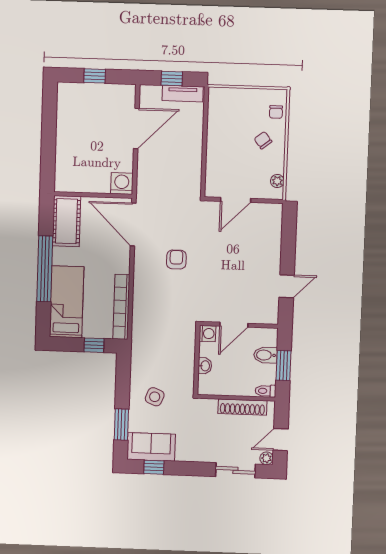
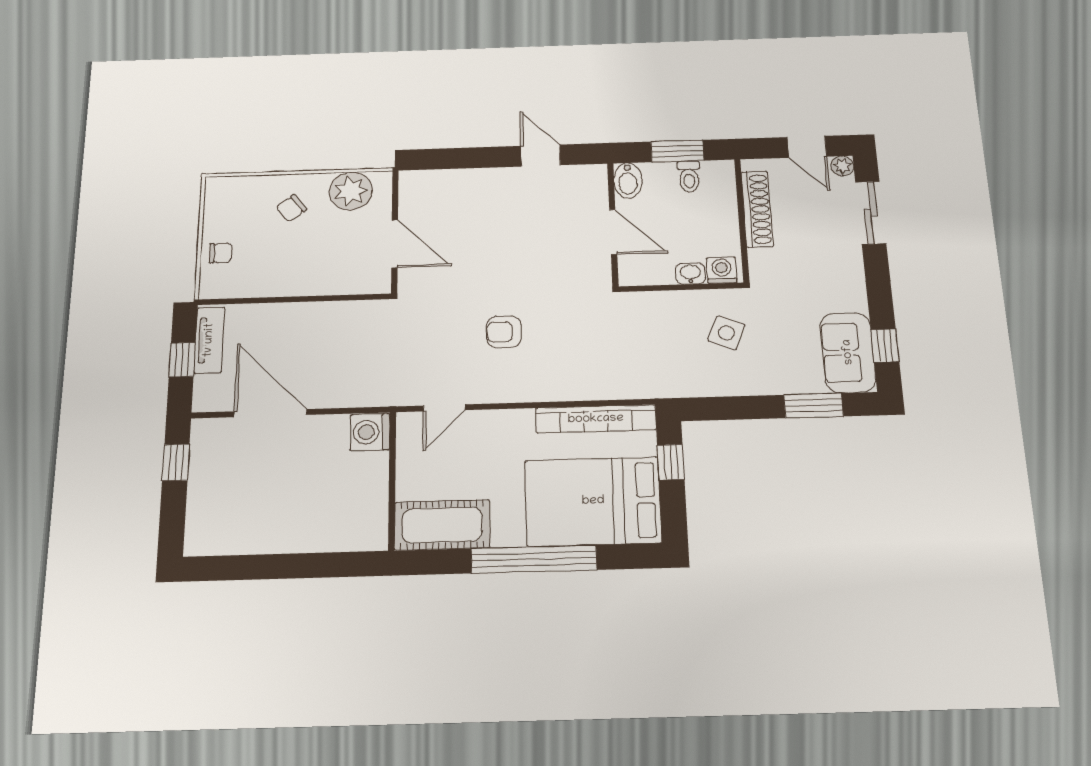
window: (95, 76) -> (176, 462), moved
chair: (276, 112) -> (221, 253), moved
plant: (277, 181) -> (351, 191), width x1.88, depth x1.88
door: (133, 225) -> (444, 408), width x0.53
bed: (67, 302) -> (593, 501), width x1.50
washing machine: (207, 334) -> (722, 270), moved
bidet: (265, 355) -> (628, 181), moved
toilet: (265, 391) -> (689, 177), moved
side table: (155, 397) -> (726, 333), moved

